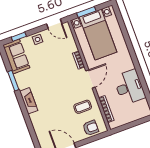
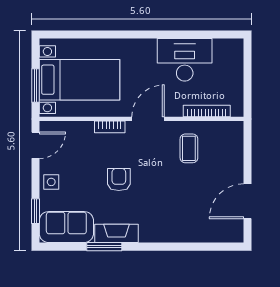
door: (90, 79) -> (148, 119), hinge flipped
fireplace: (29, 101) -> (117, 233), moved
armchair: (91, 128) -> (119, 180), moved

